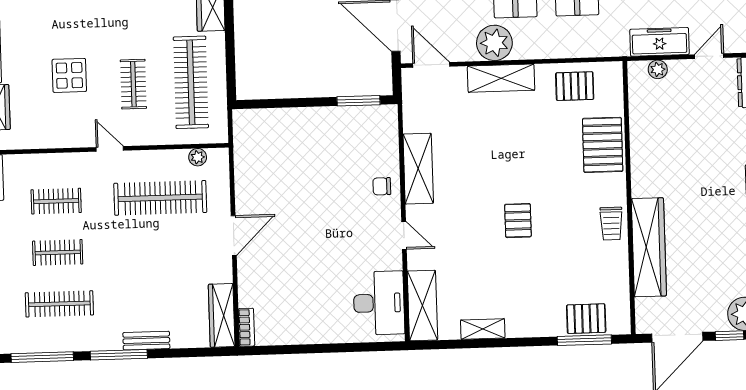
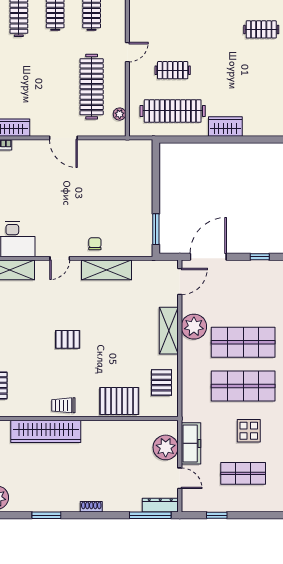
plant: (658, 69) -> (166, 447), width x1.87, depth x1.87
display table: (69, 75) -> (180, 25), removed

